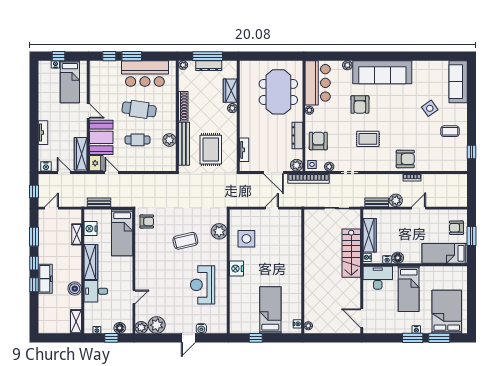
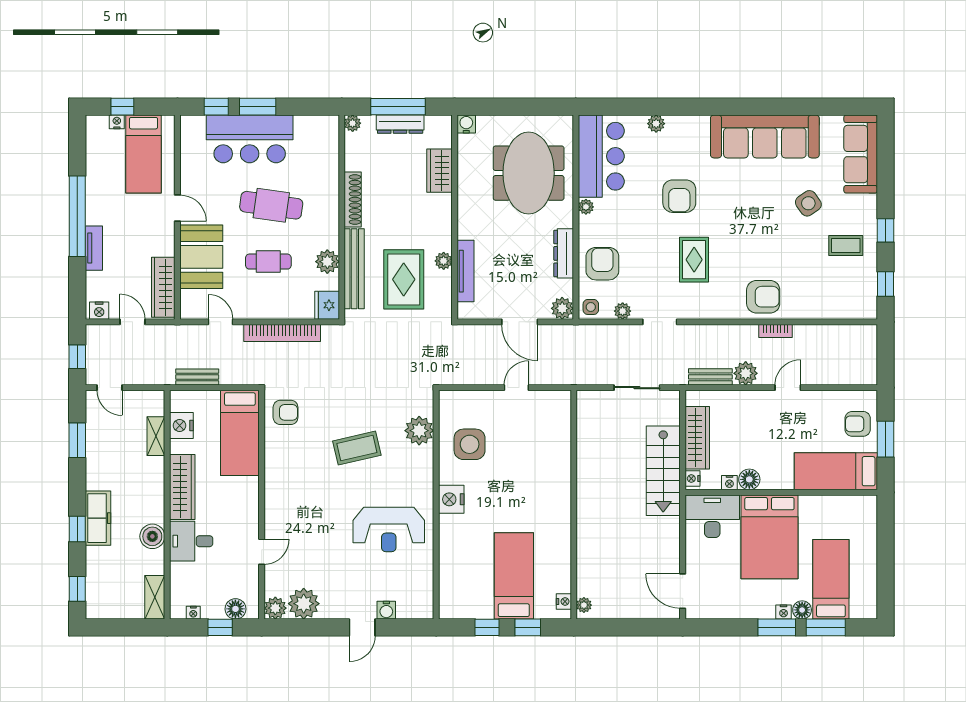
water cooler: (245, 65) -> (466, 124), added
sofa: (382, 72) -> (765, 136), moved
bar counter: (145, 73) -> (250, 139), moved
plant: (232, 108) -> (444, 261), moved
window: (34, 115) -> (77, 216), added
window: (472, 123) -> (885, 230), added
rug: (368, 139) -> (694, 260), turned 90
tv unit: (244, 150) -> (465, 271), width x1.41
fridge: (96, 163) -> (327, 305), moved, turned 180
bookcase: (309, 179) -> (282, 333), moved
door: (51, 208) -> (109, 388), swing flipped
window: (34, 263) -> (77, 589), moved
reception desk: (203, 285) -> (389, 529), turned -90
bed: (409, 289) -> (769, 537), width x1.50
bed: (447, 312) -> (831, 579), width x0.67
floor lamp: (426, 328) -> (802, 610), added
window: (278, 338) -> (528, 627), added

